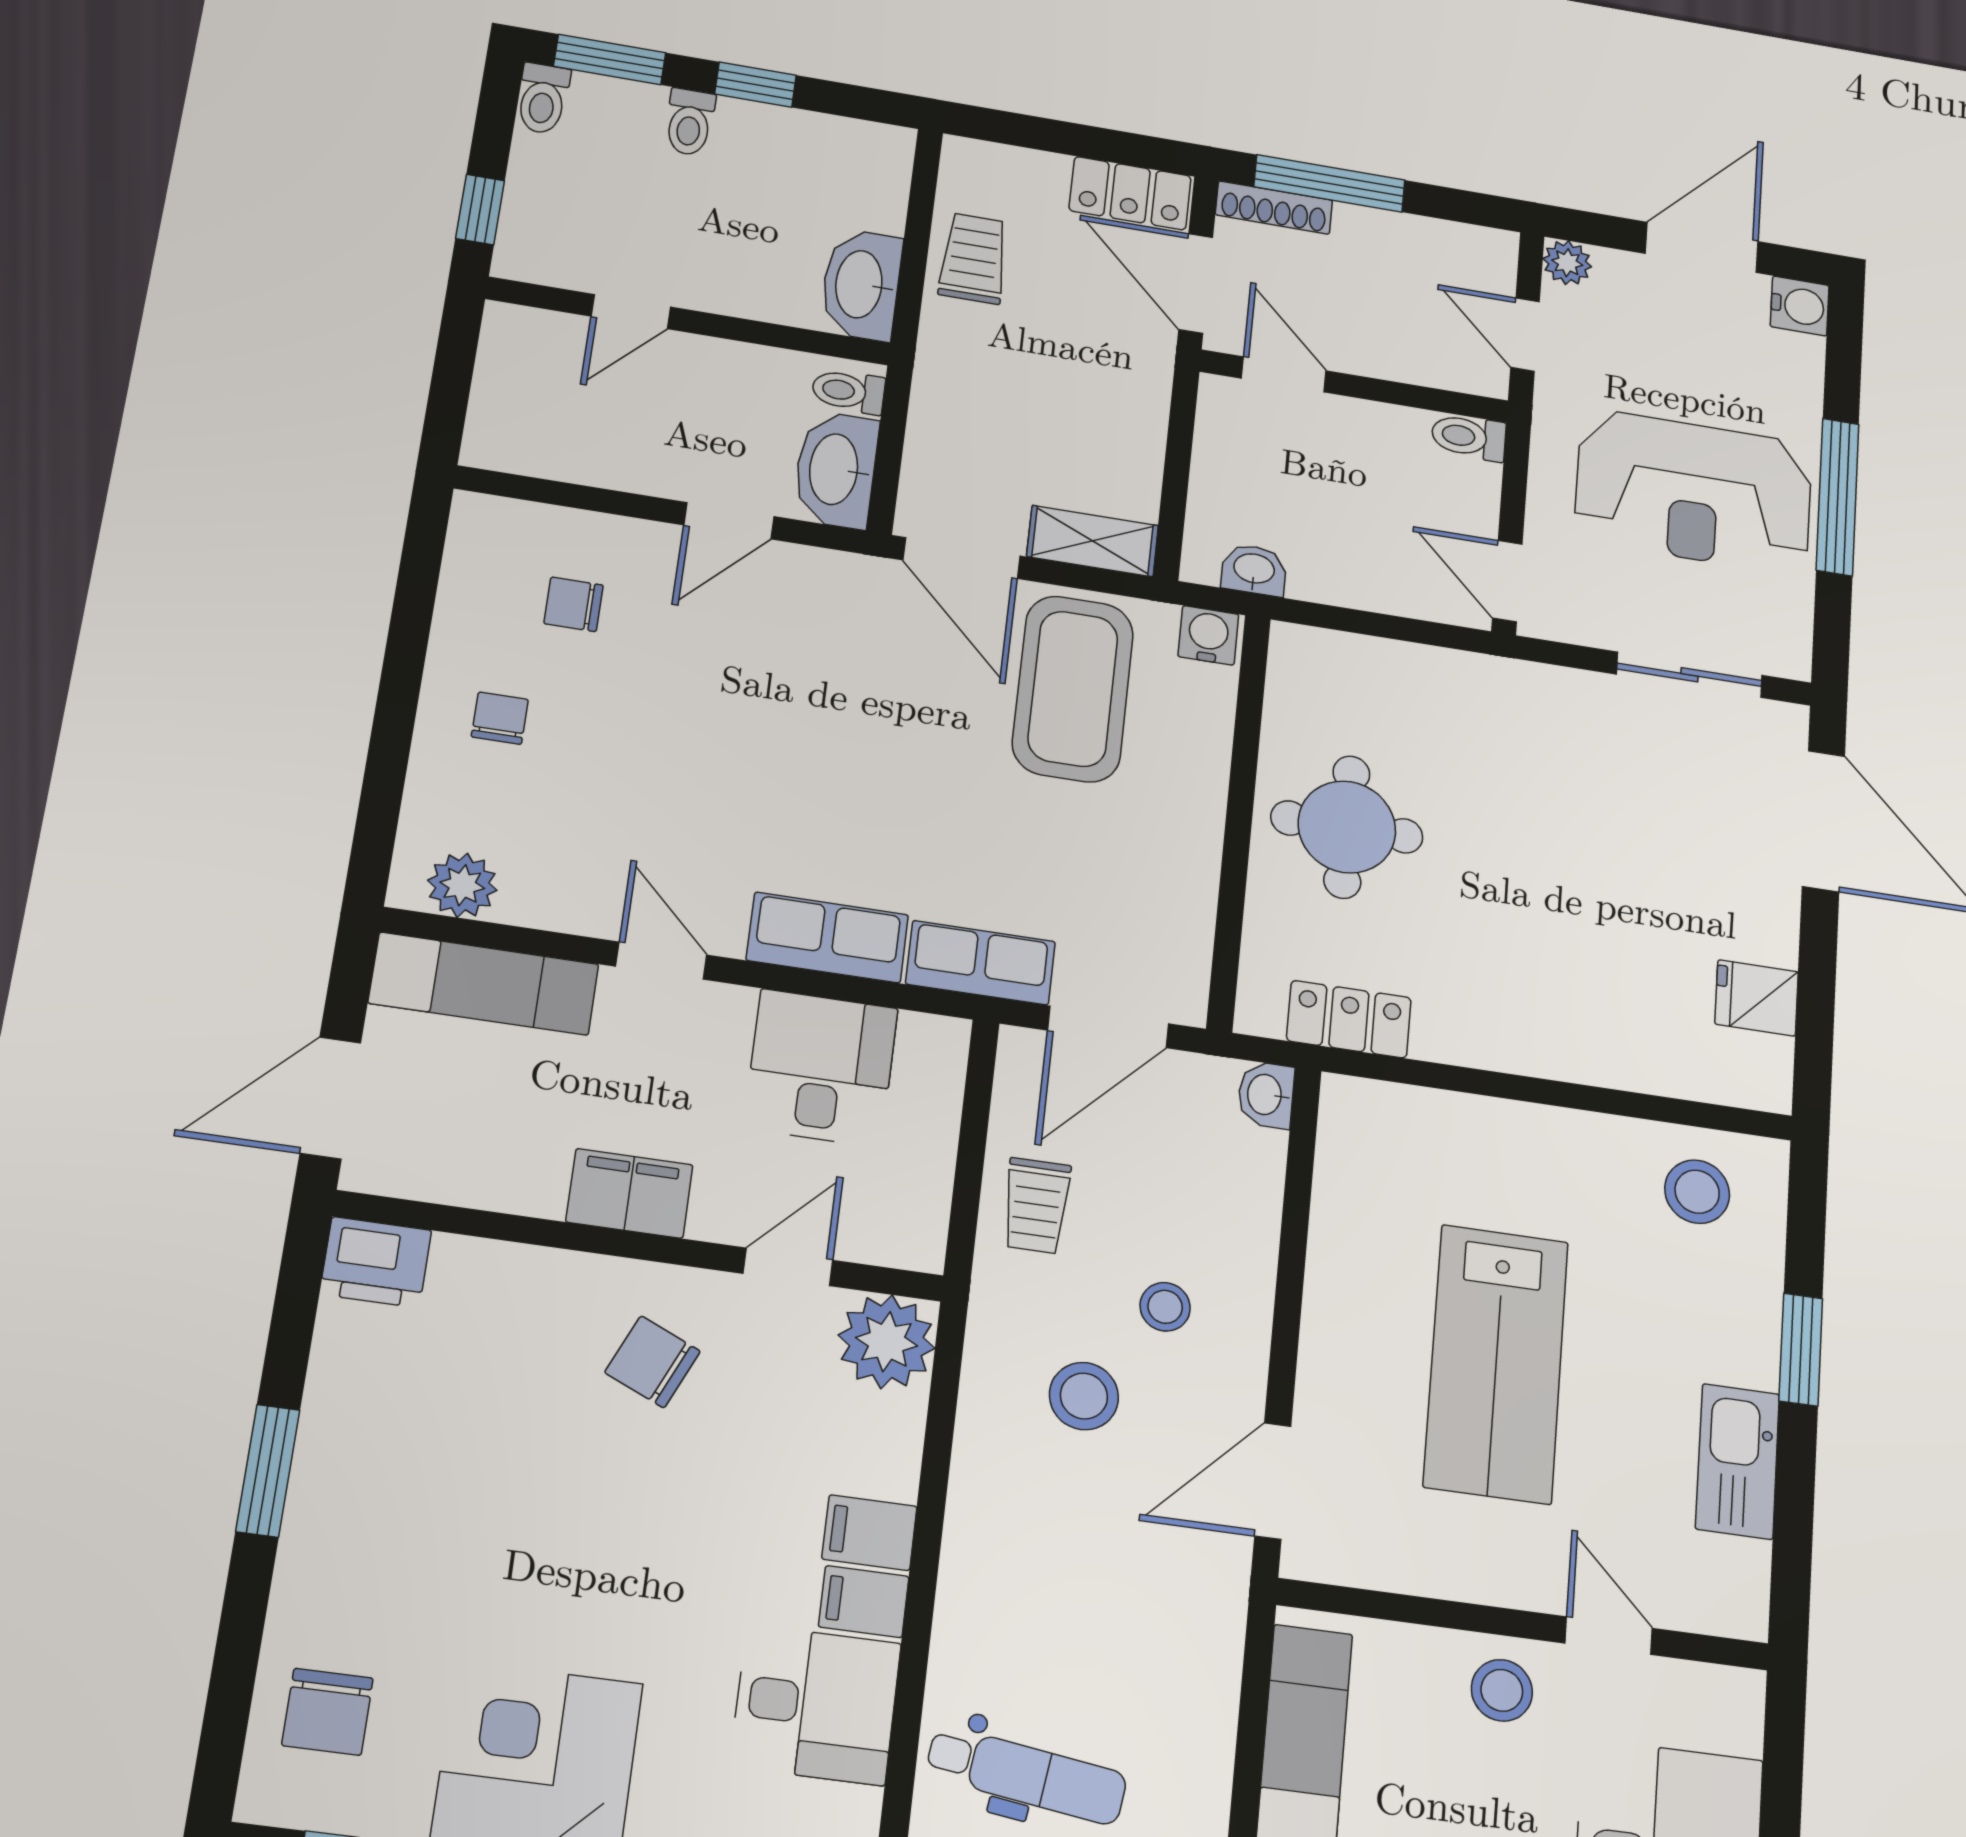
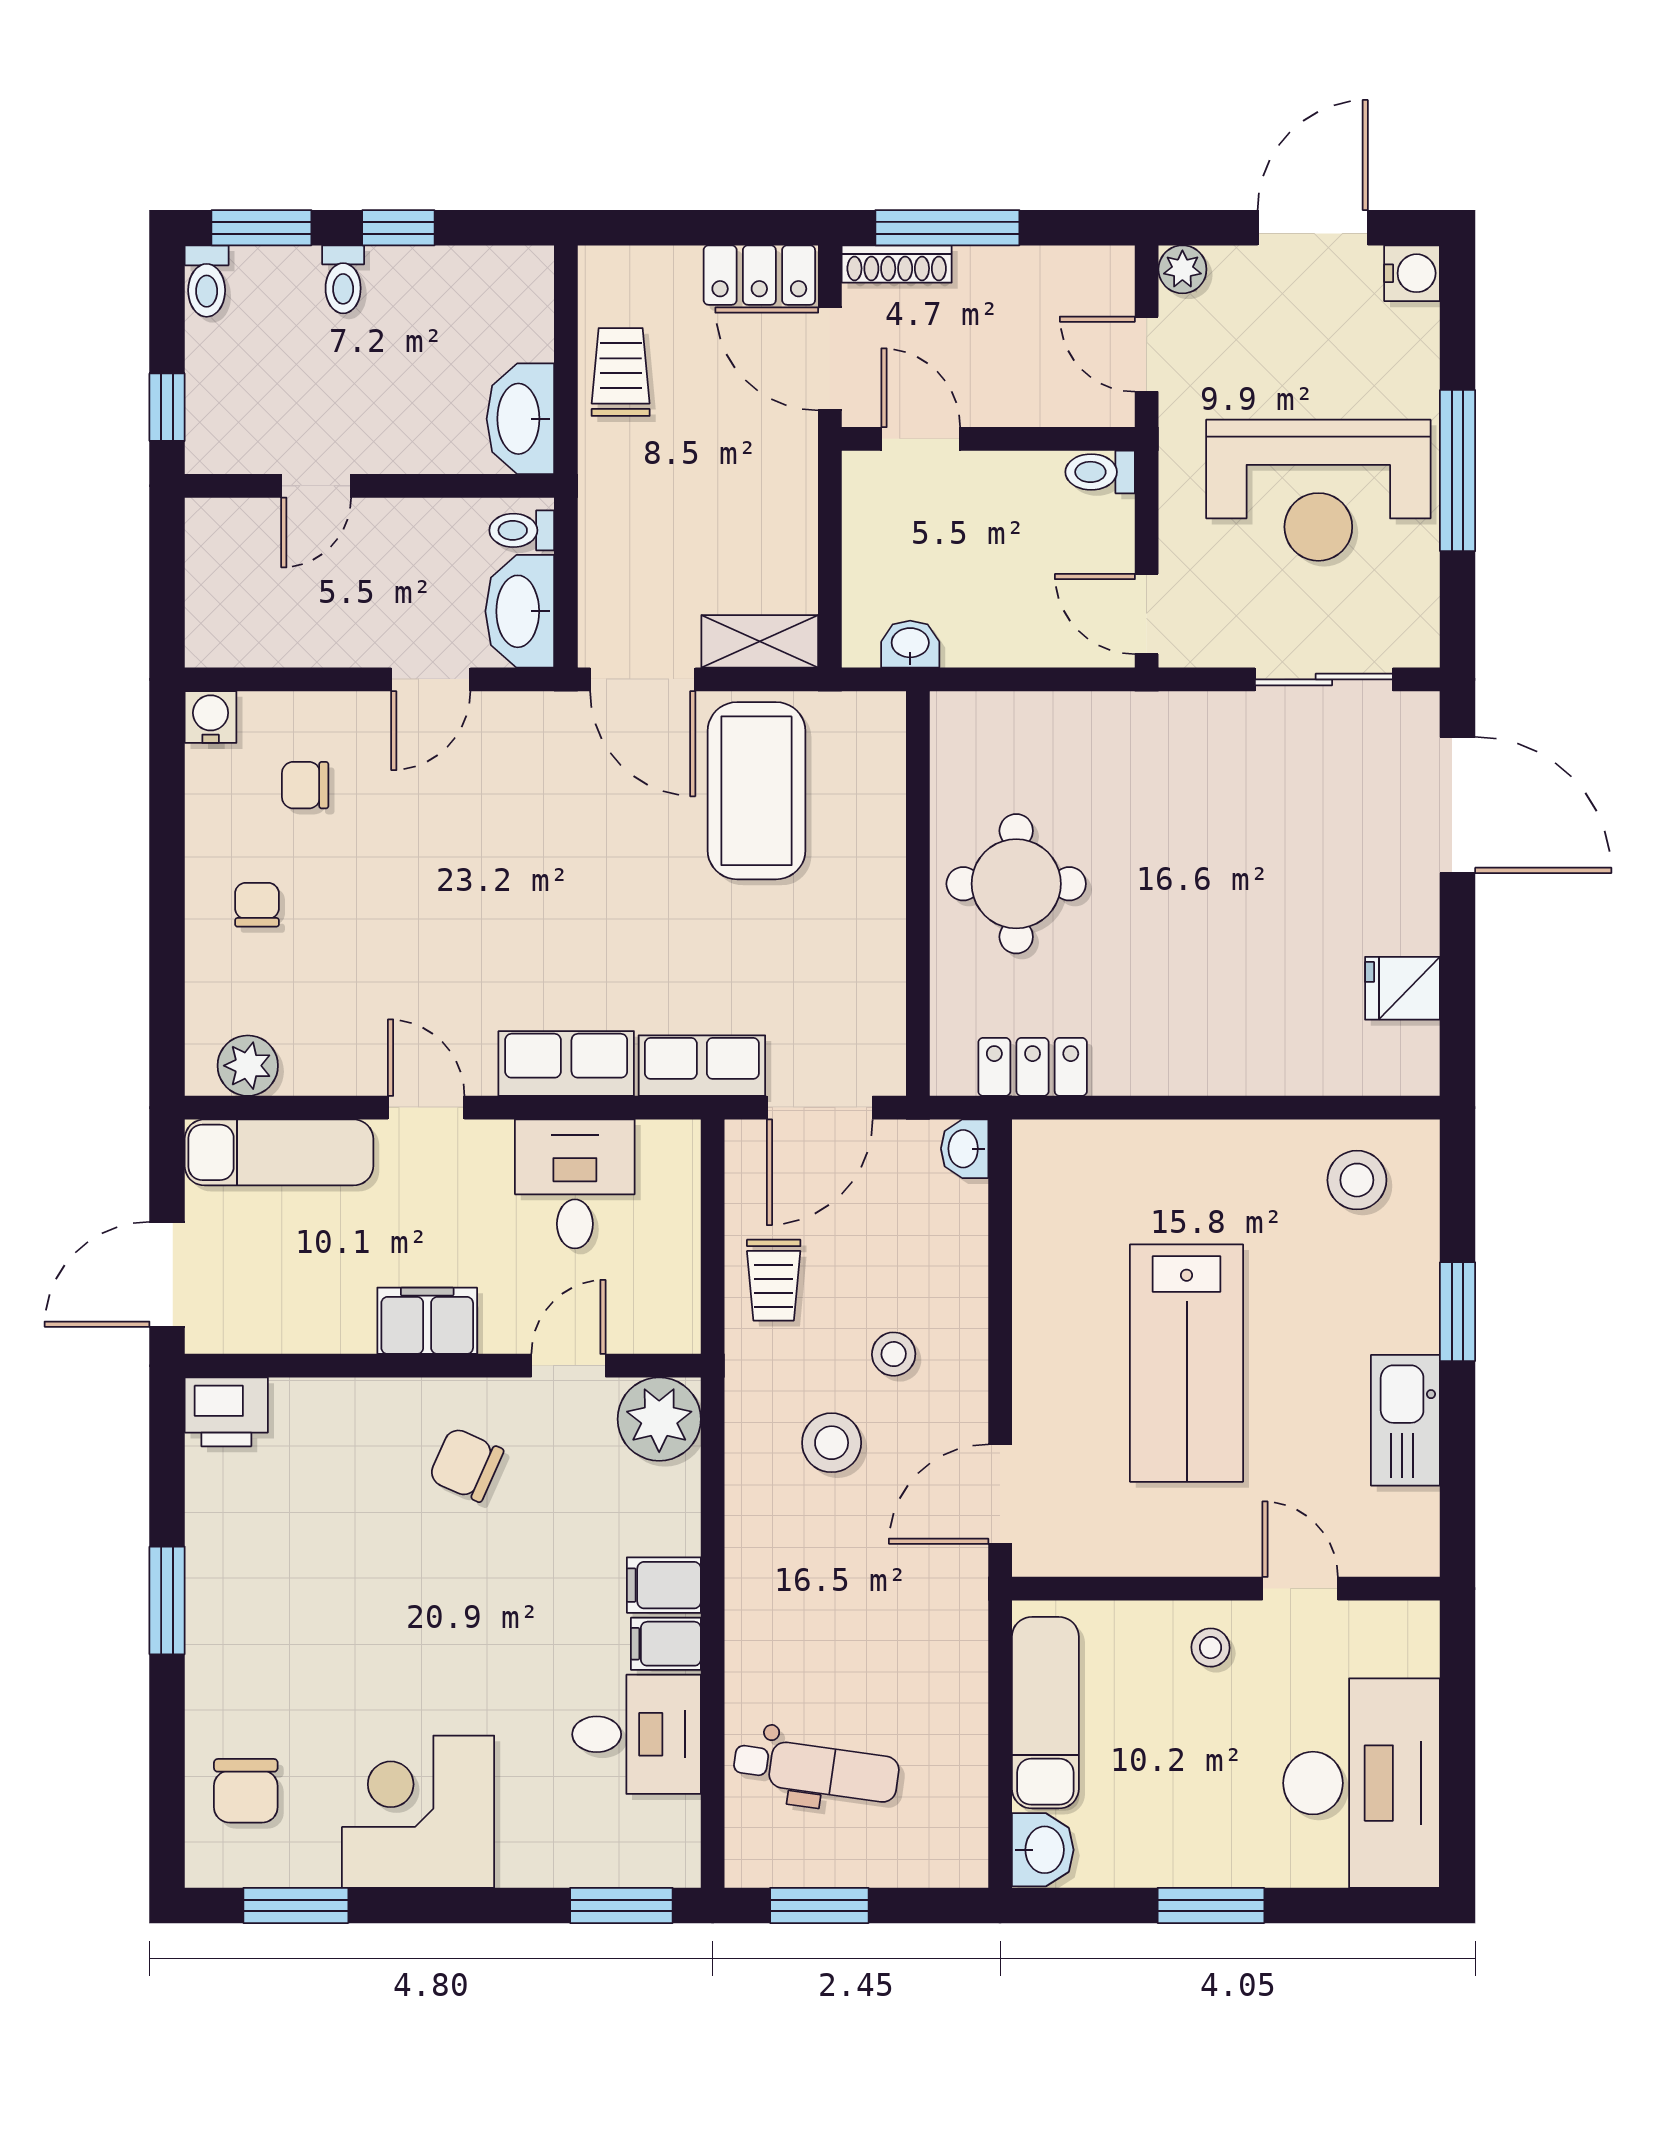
water cooler: (1208, 635) -> (211, 717), moved
stool: (1502, 1690) -> (1211, 1648), width x0.73, depth x0.73

